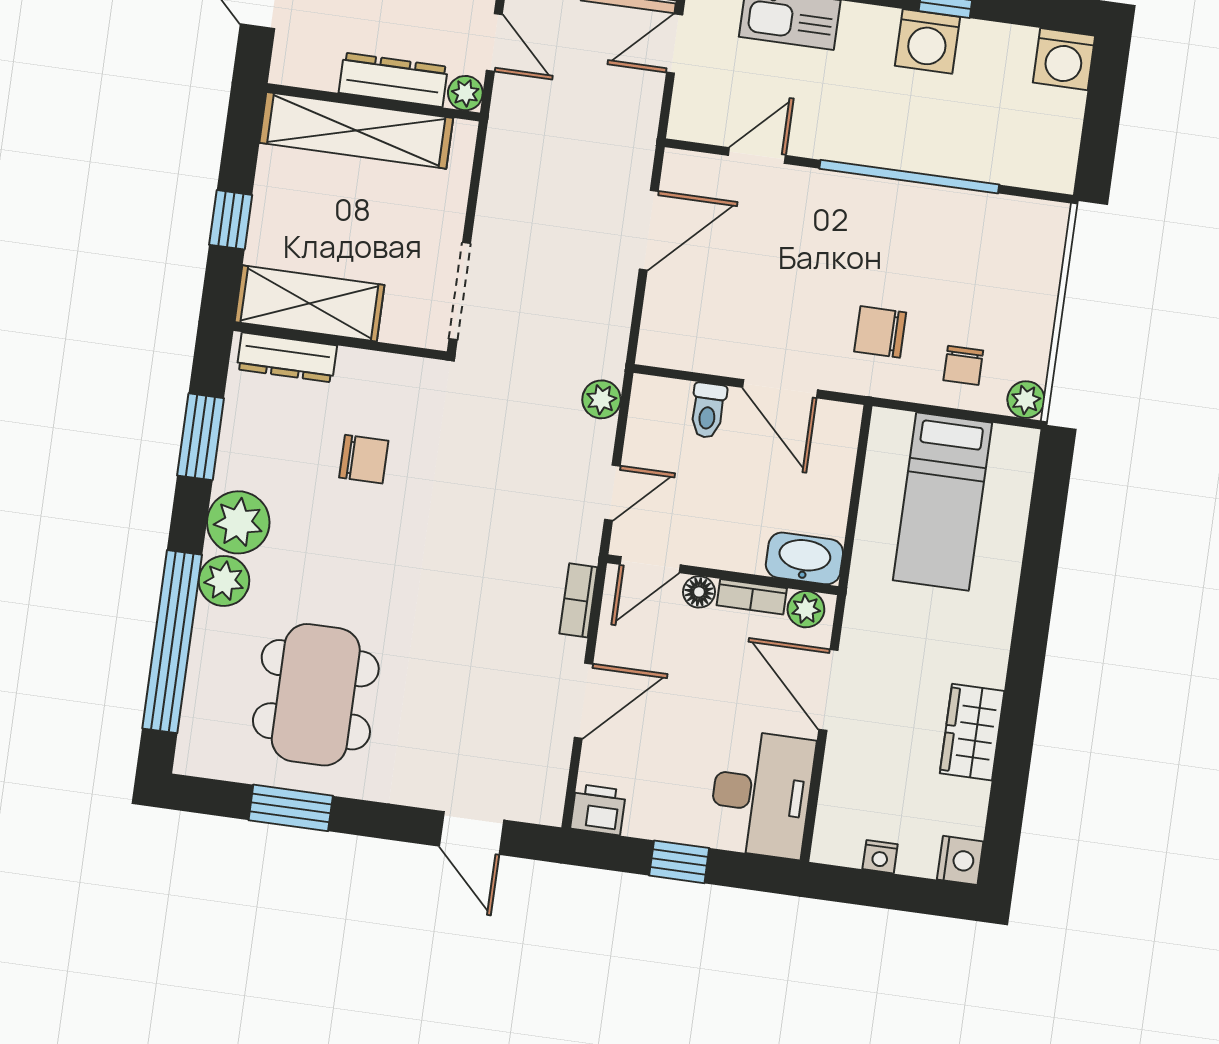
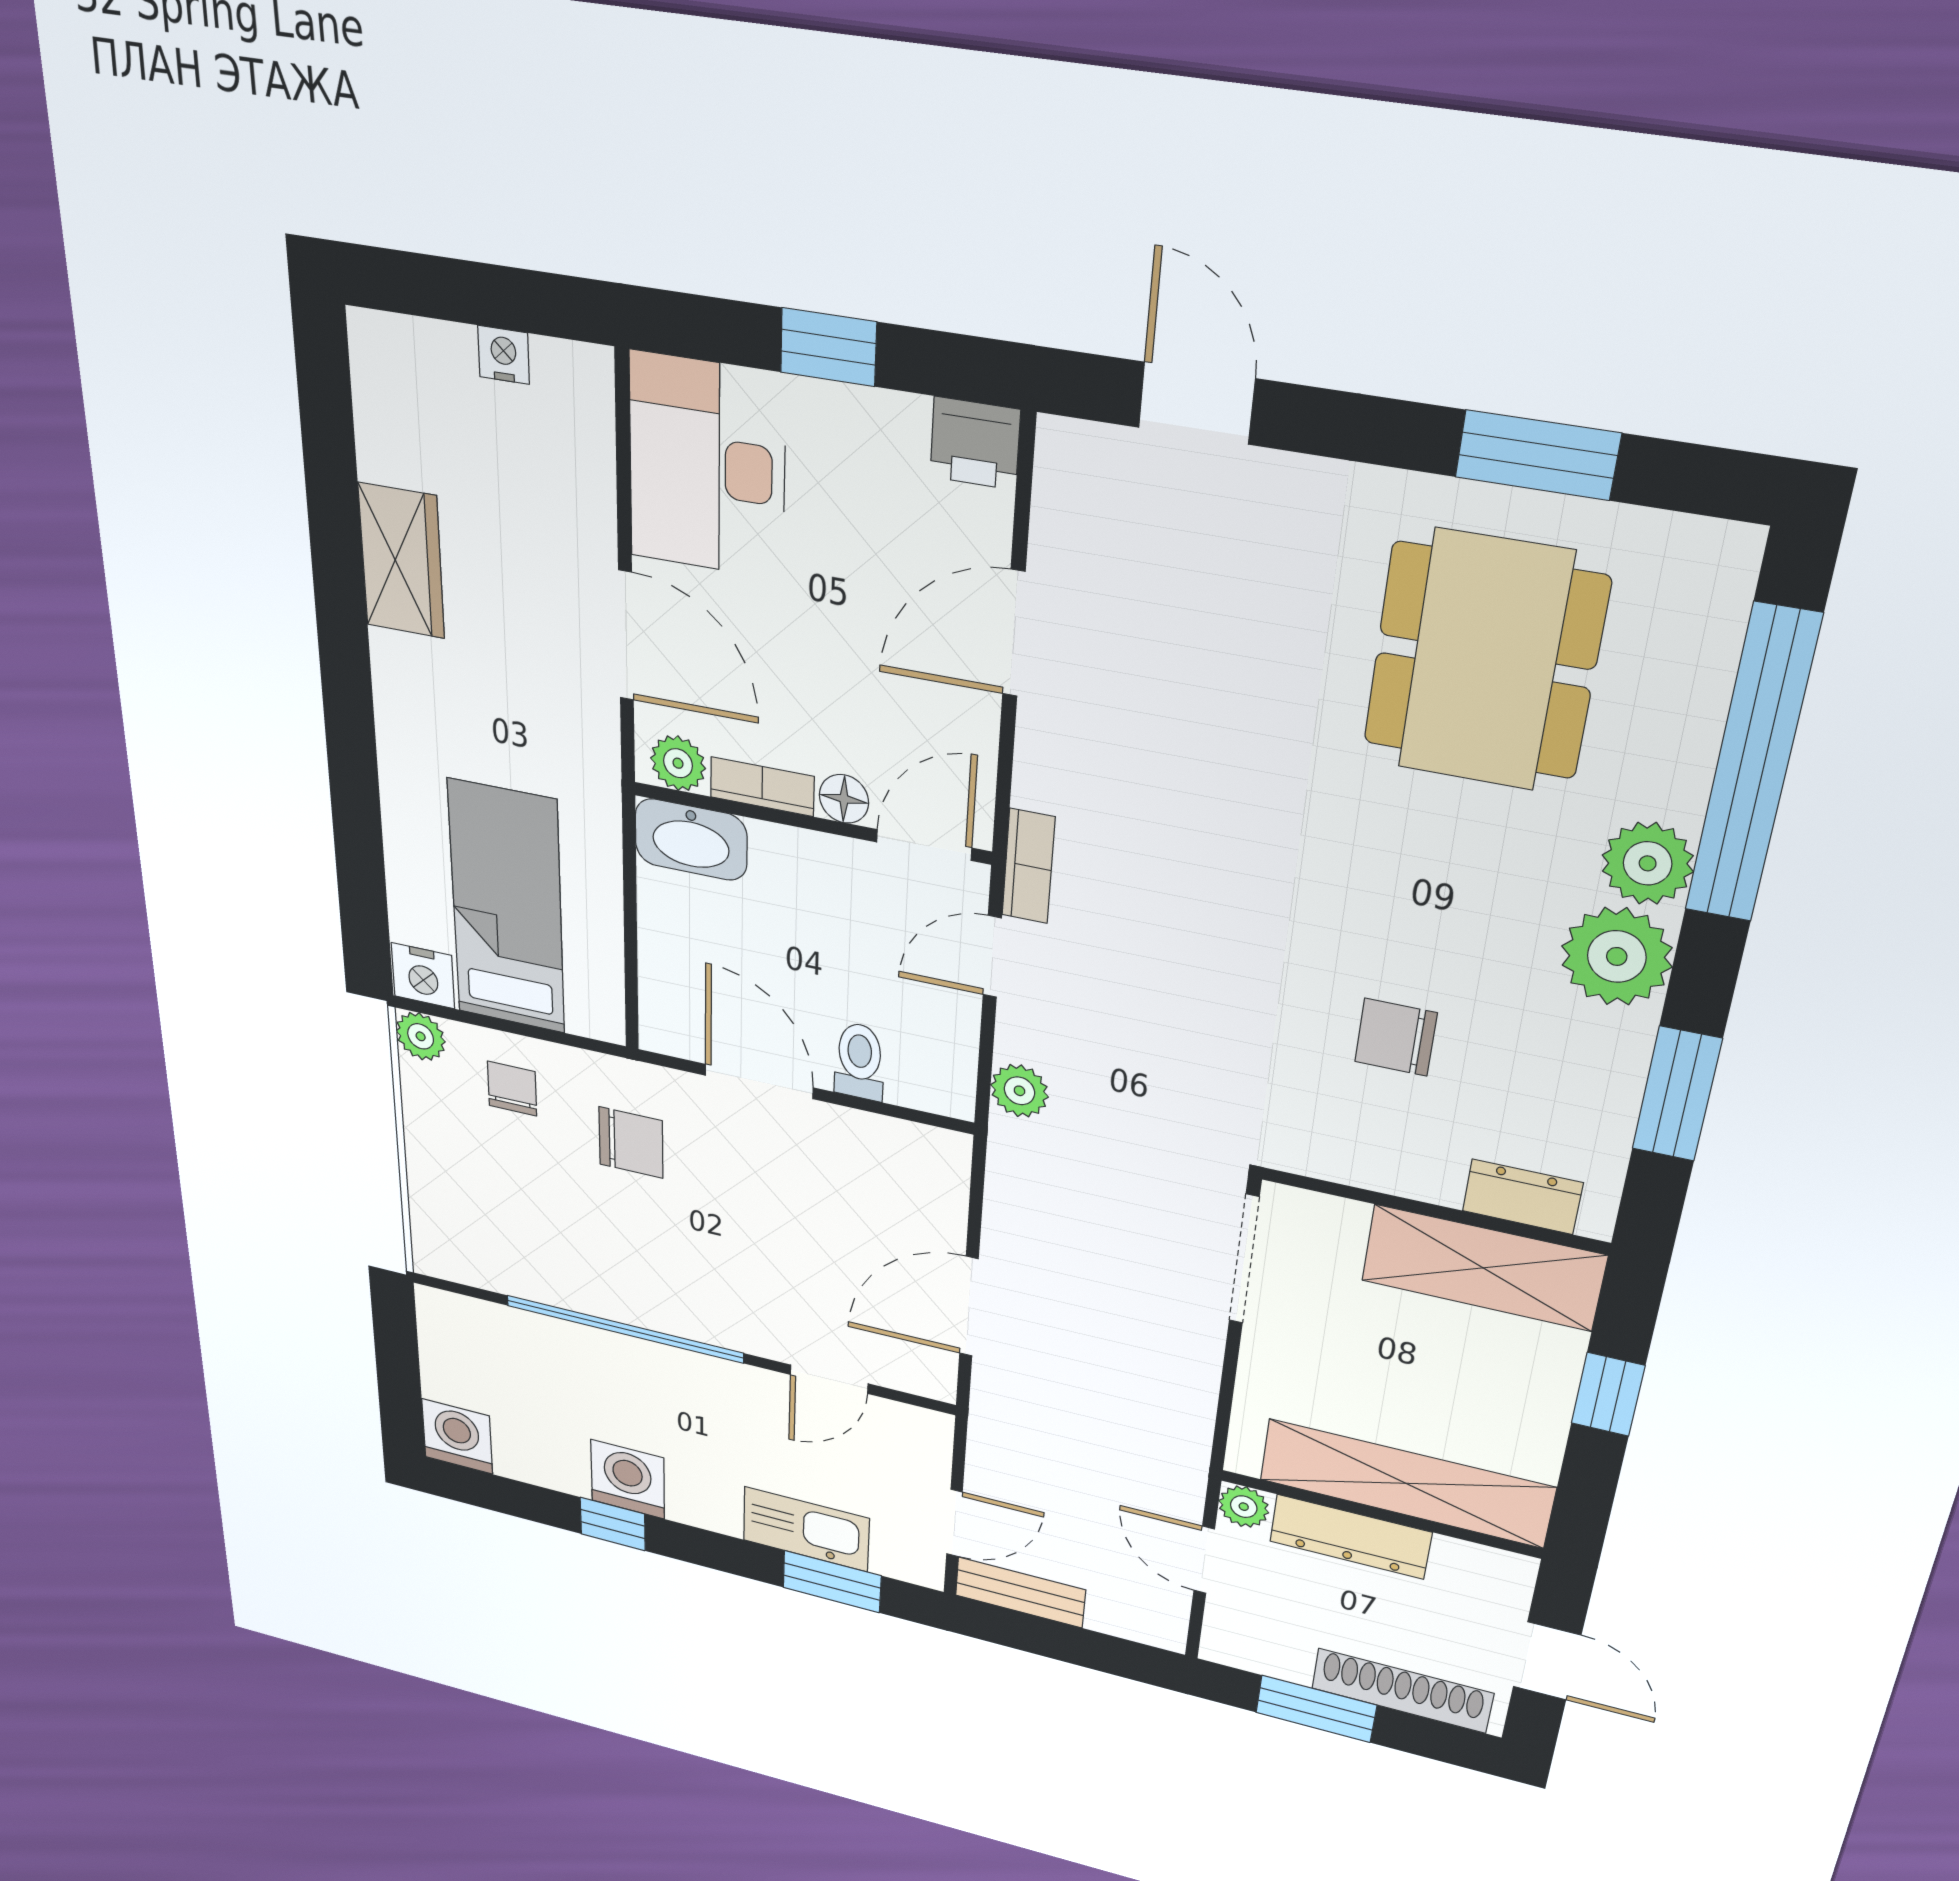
dresser: (287, 357) -> (1522, 1197), width x0.70
bookcase: (578, 600) -> (1028, 866), moved
nightstand: (960, 860) -> (423, 976), moved, turned -90

